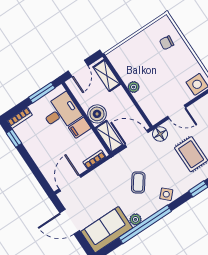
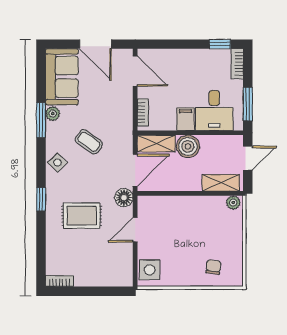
door: (78, 68) -> (248, 158), swing flipped
plant: (134, 87) -> (233, 203), moved
door: (70, 222) -> (96, 44), swing flipped
window: (145, 224) -> (41, 120), width x0.47

